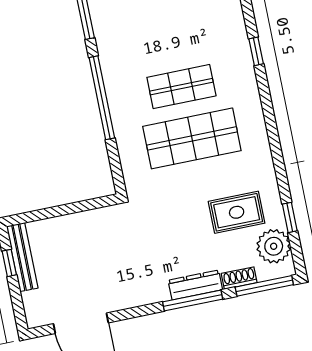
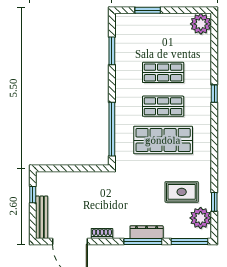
shop shelf: (171, 35) -> (163, 72), added
window: (102, 98) -> (112, 129), moved
bench: (22, 257) -> (42, 217), moved
shoe rack: (239, 278) -> (102, 233), moved

